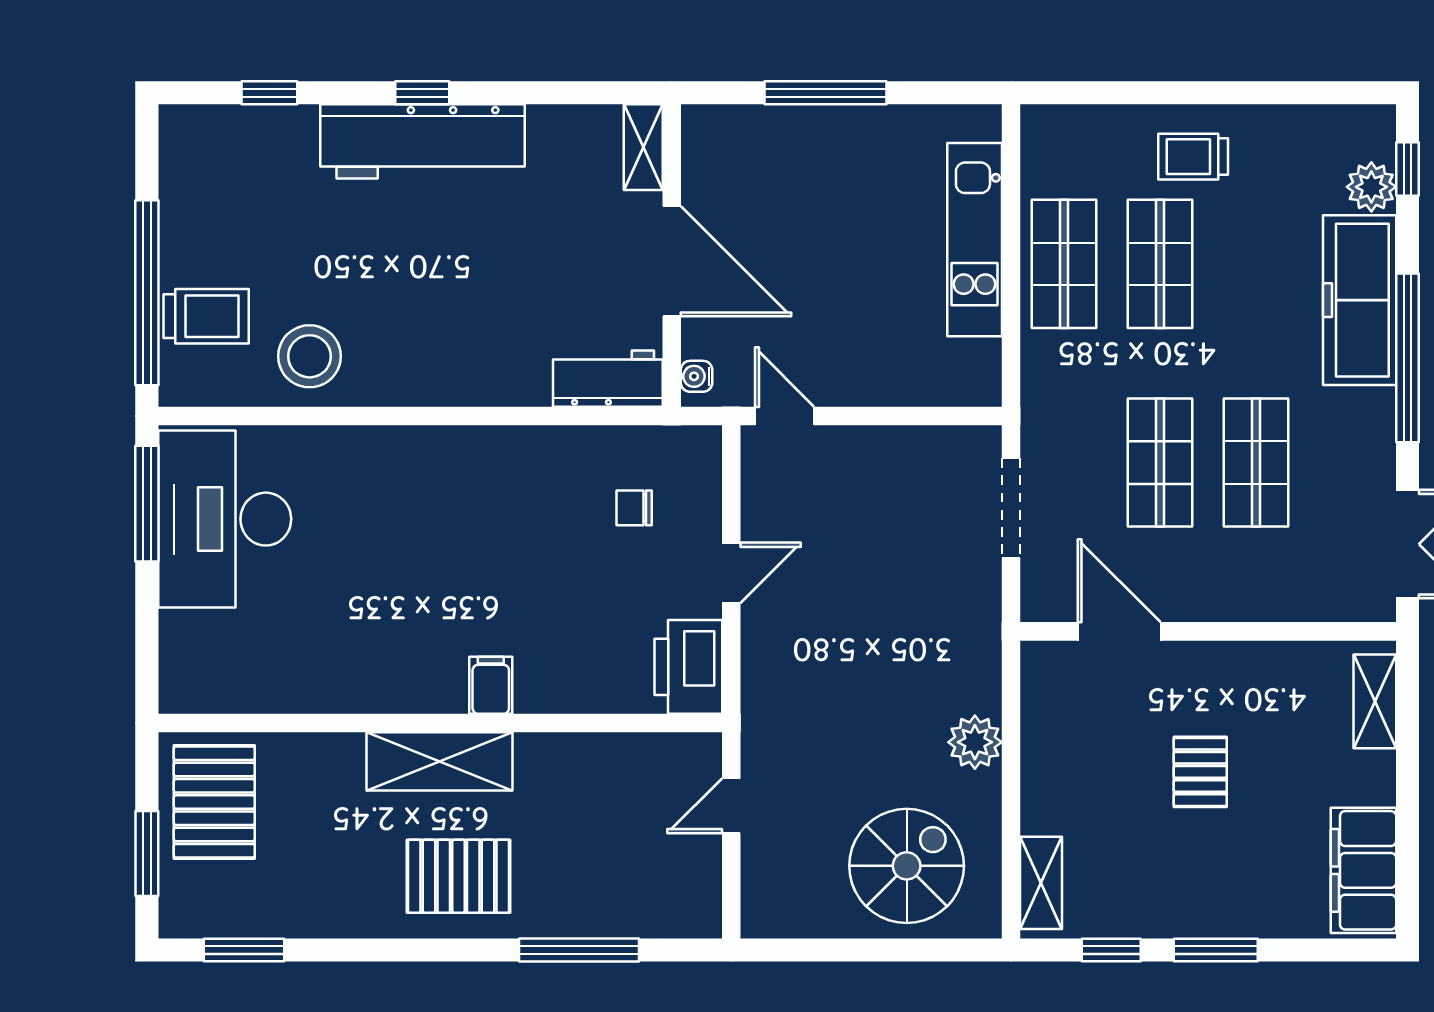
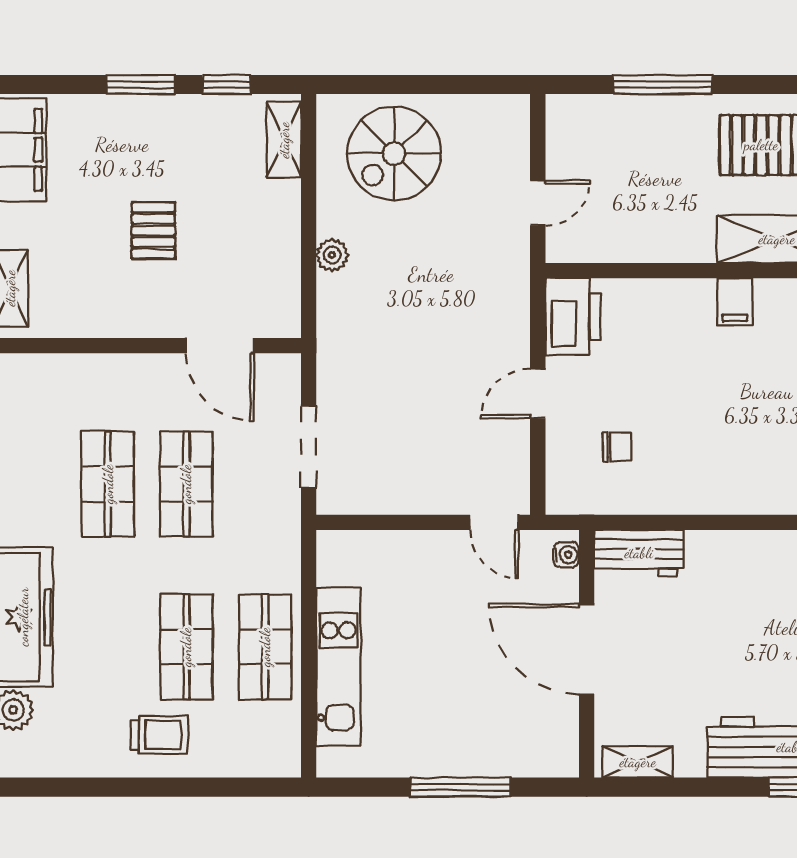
shelving: (643, 147) -> (638, 762), moved, turned 90
plant: (975, 742) -> (332, 255), width x0.73, depth x0.73

